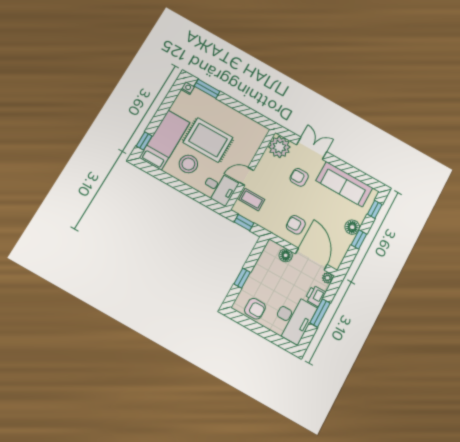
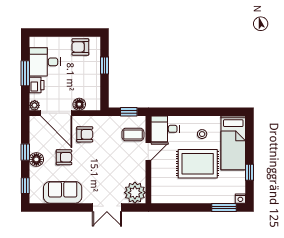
window: (144, 141) -> (250, 172), moved
stool: (188, 164) -> (202, 134), width x0.53, depth x0.53
armchair: (299, 177) -> (64, 157), moved
sofa: (344, 184) -> (63, 192), width x0.73
desk: (293, 319) -> (45, 62), width x0.73

